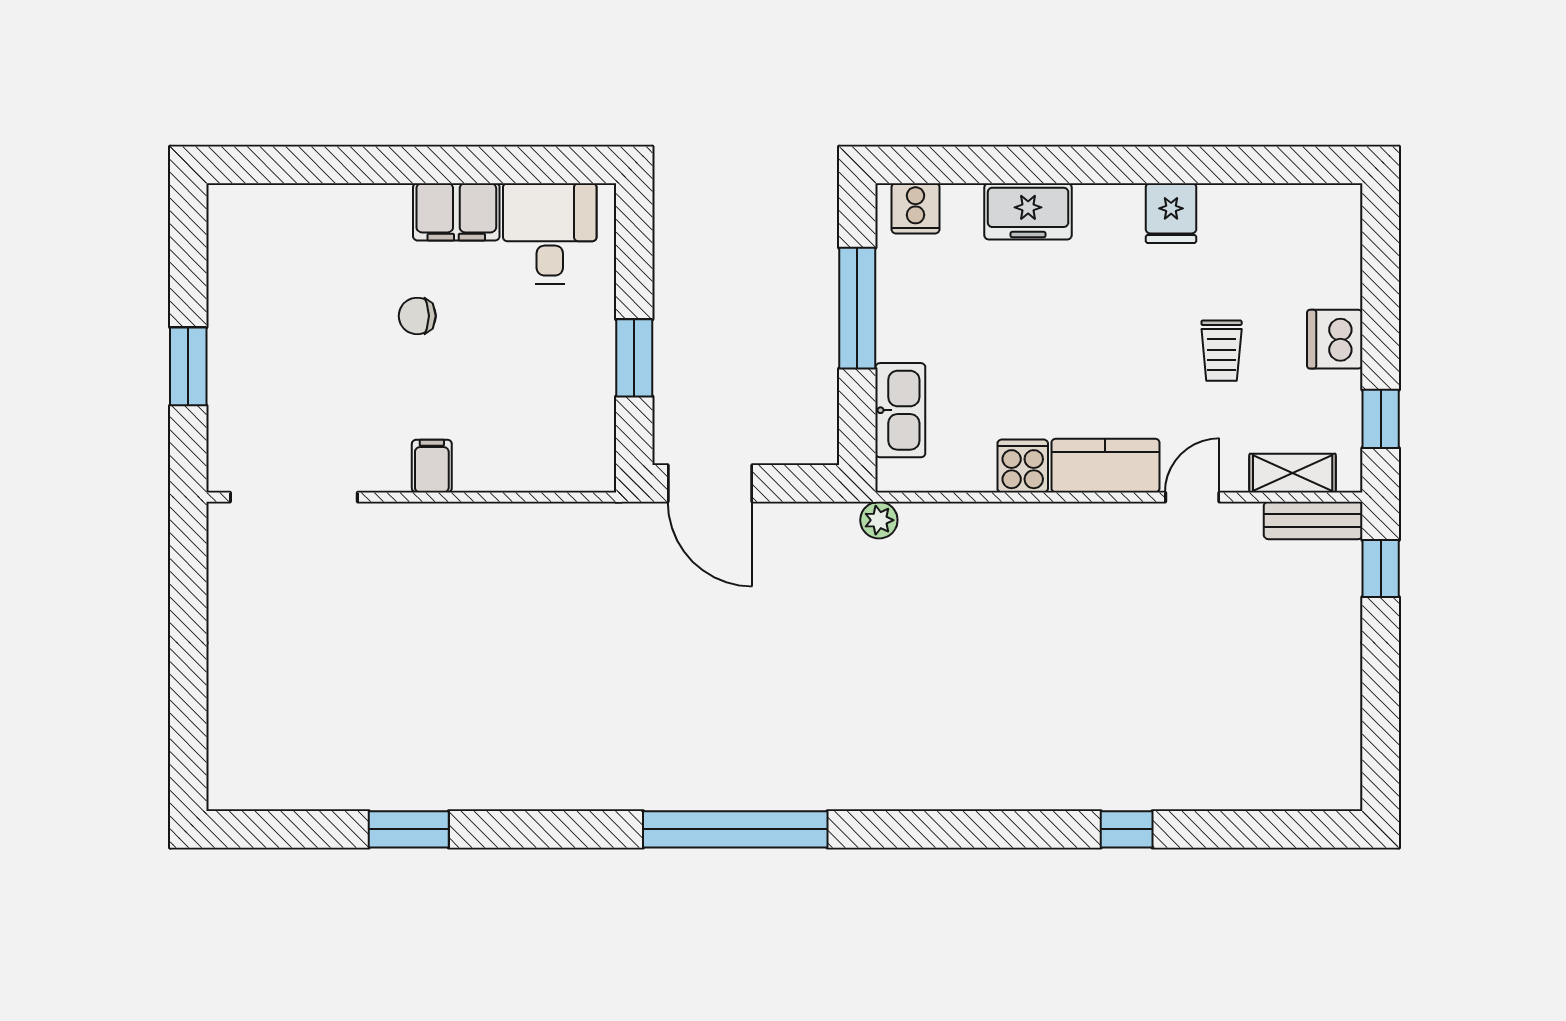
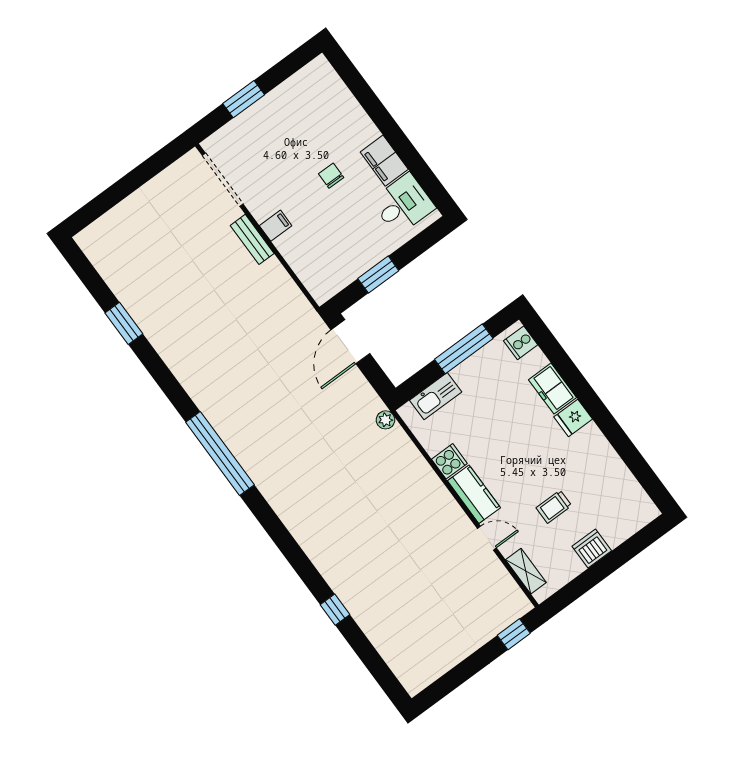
fridge: (1171, 213) -> (573, 418), moved
window: (1381, 419) -> (573, 590), removed
bench: (1313, 520) -> (252, 239), moved

